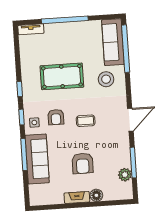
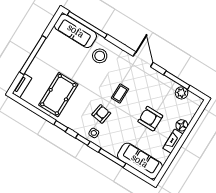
pool table: (62, 76) -> (58, 95), moved
armchair: (56, 117) -> (101, 114), turned -81
sofa: (37, 159) -> (140, 161), moved
armchair: (83, 163) -> (150, 119), turned 180

